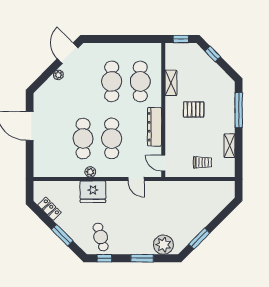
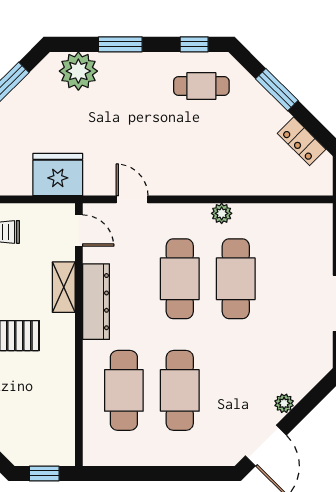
shelving: (171, 83) -> (64, 287), moved
fridge: (93, 192) -> (58, 175), moved
cafe table: (101, 237) -> (201, 86), turned -74

